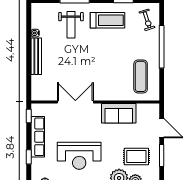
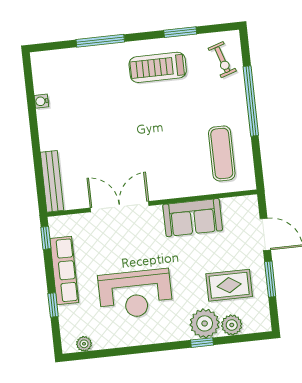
treadmill: (108, 20) -> (158, 67), turned 180
weight bench: (71, 25) -> (99, 81), removed
bench: (36, 56) -> (52, 181), moved

